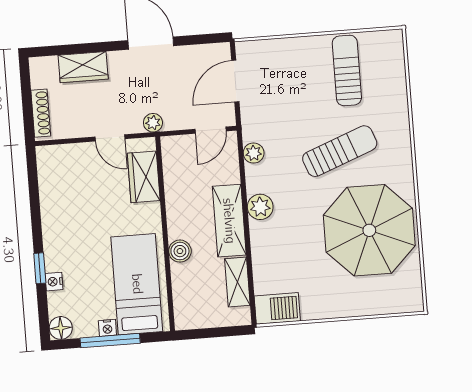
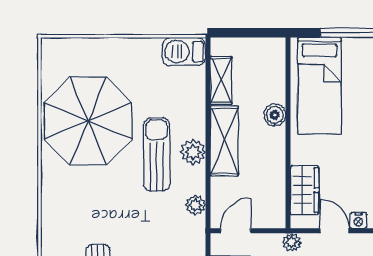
sun lounger: (340, 151) -> (157, 154), moved, turned 111
nightstand: (107, 328) -> (358, 220), moved, turned 180

